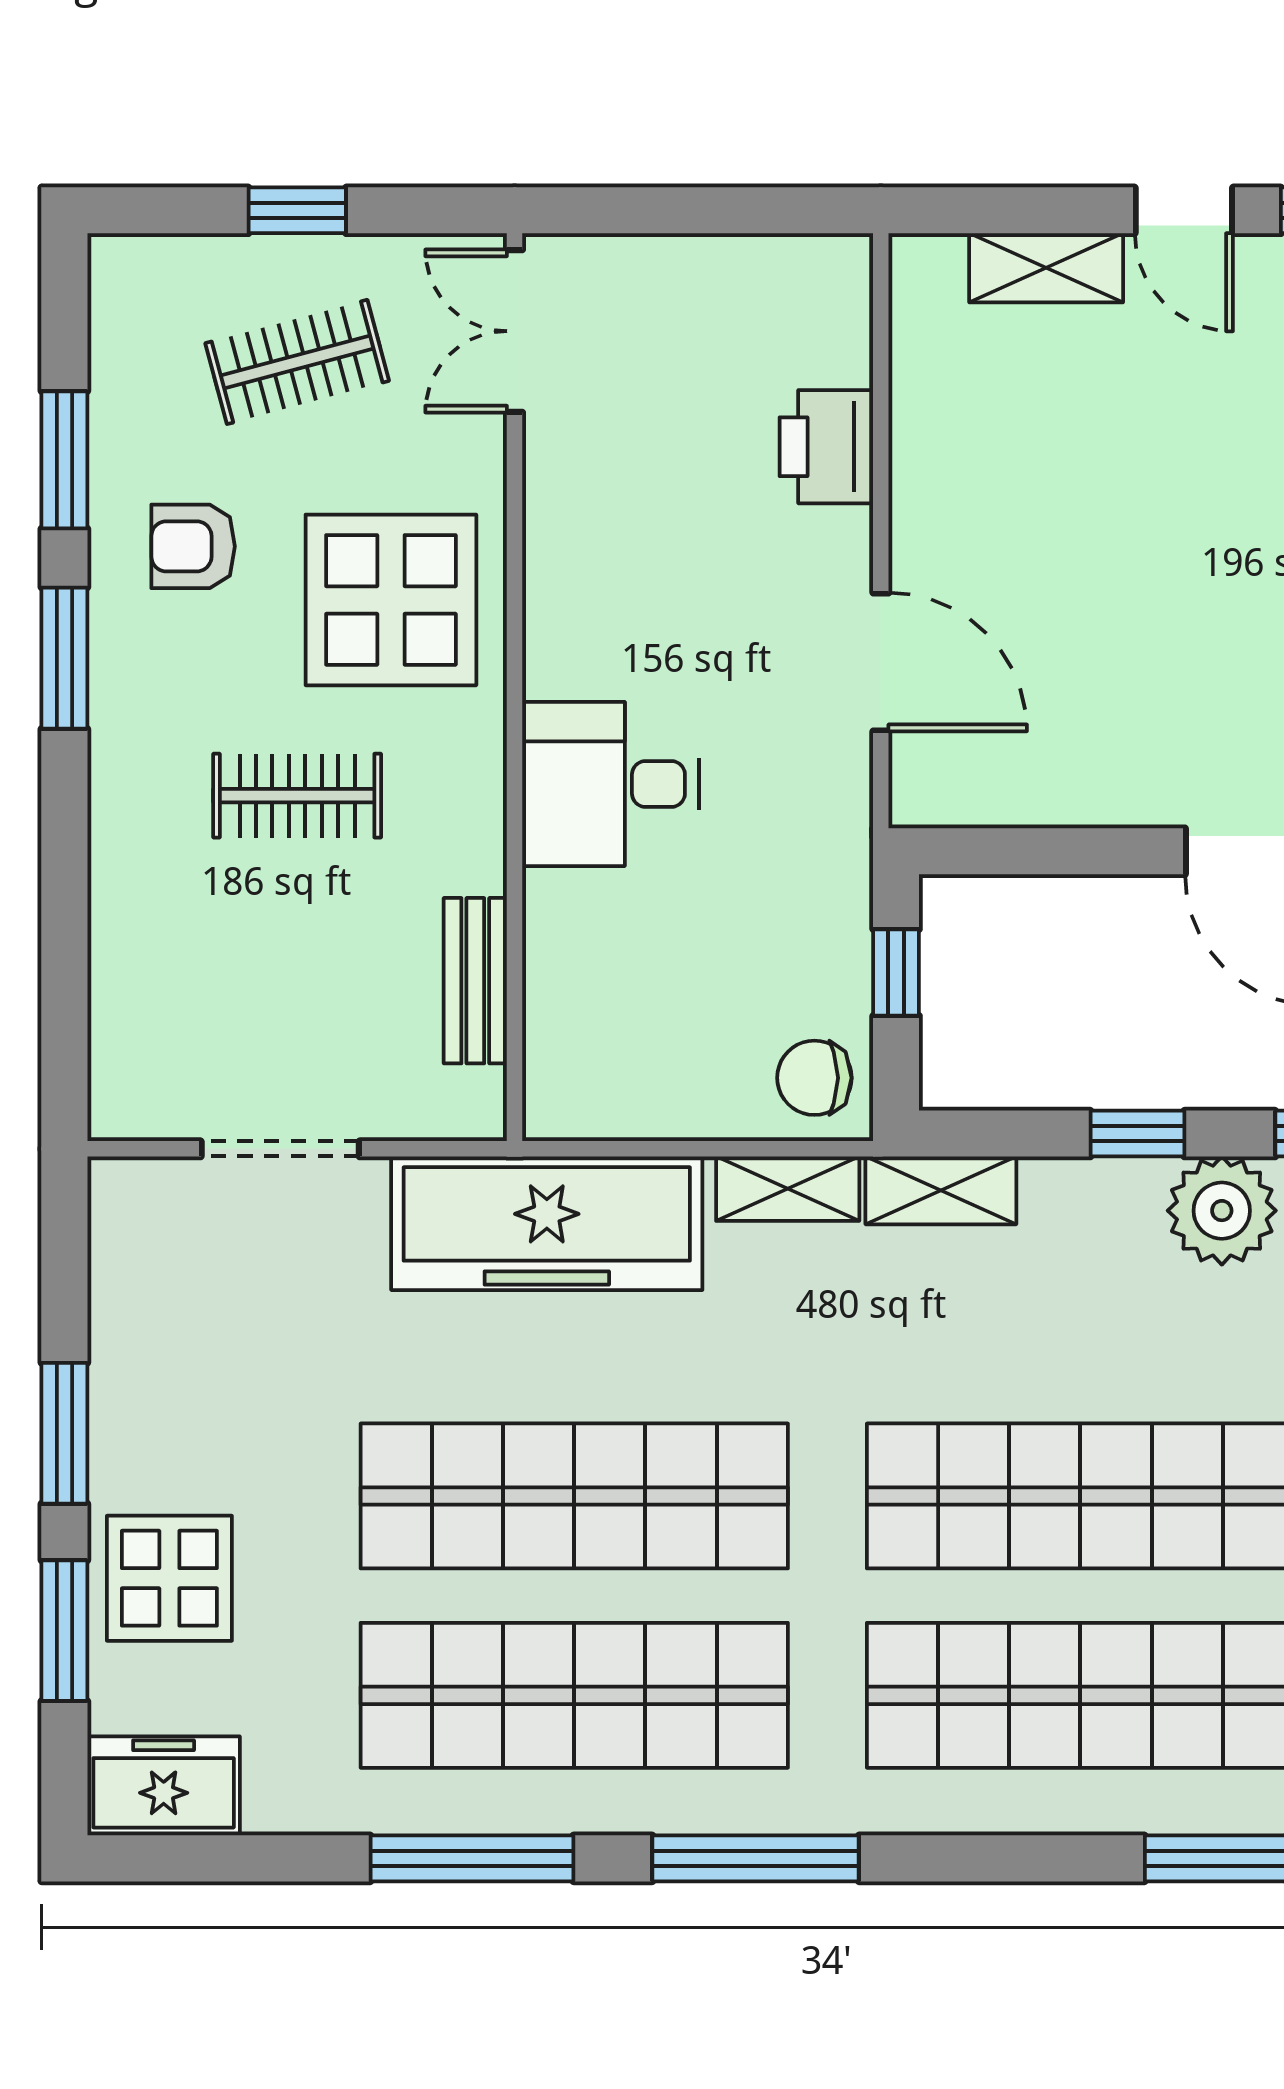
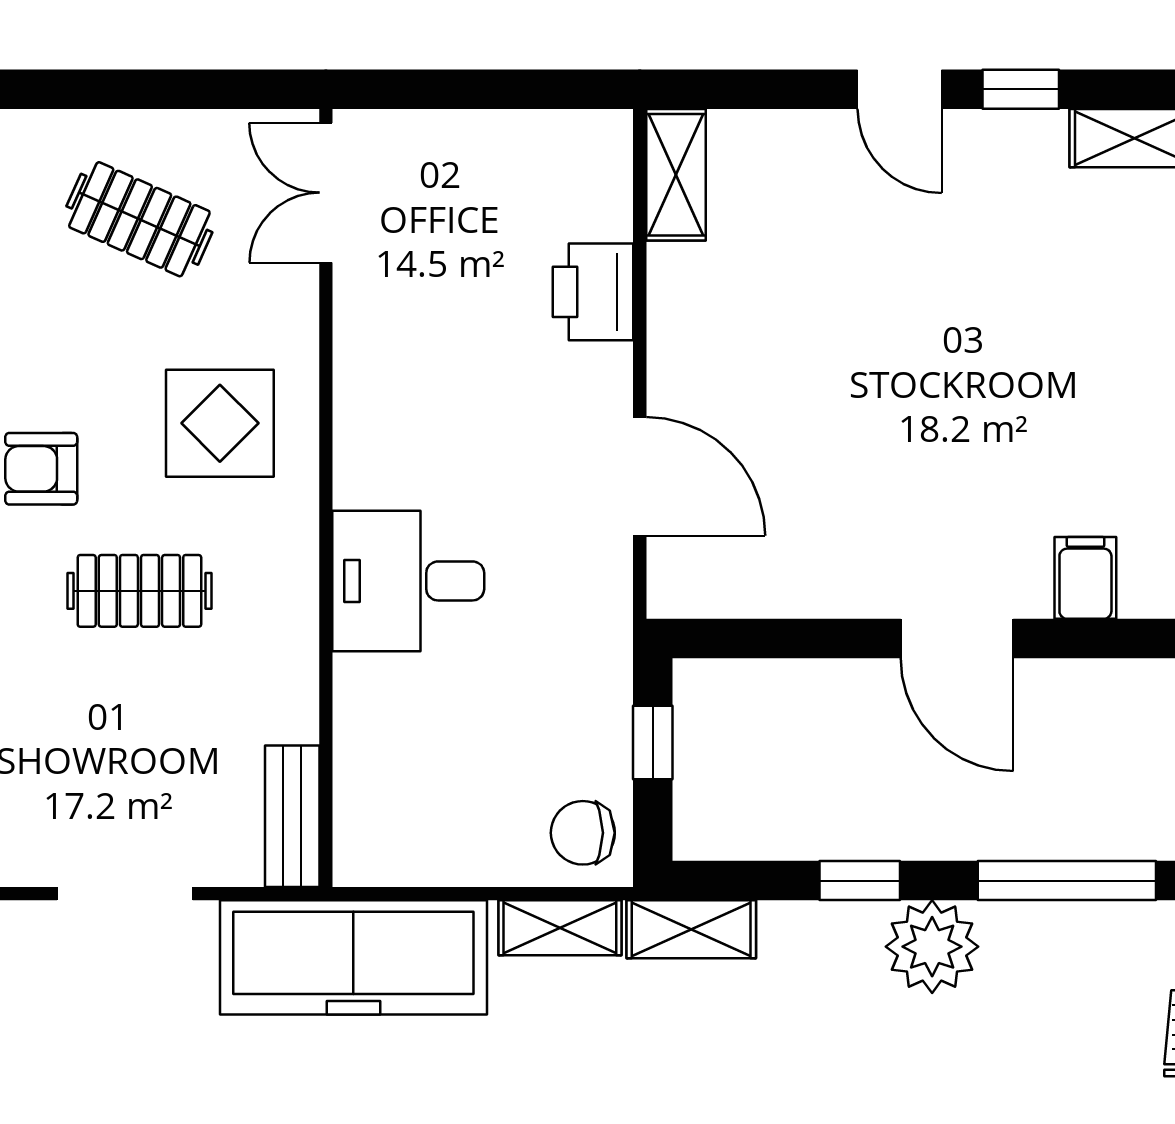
window: (297, 210) -> (140, 89), removed
shelving: (1046, 268) -> (676, 175), moved, turned 90
clothes rail: (297, 362) -> (139, 219), turned 39
armchair: (193, 546) -> (41, 469), moved
display table: (391, 600) -> (220, 423), width x0.73, depth x0.73
bench: (475, 981) -> (292, 816), moved

